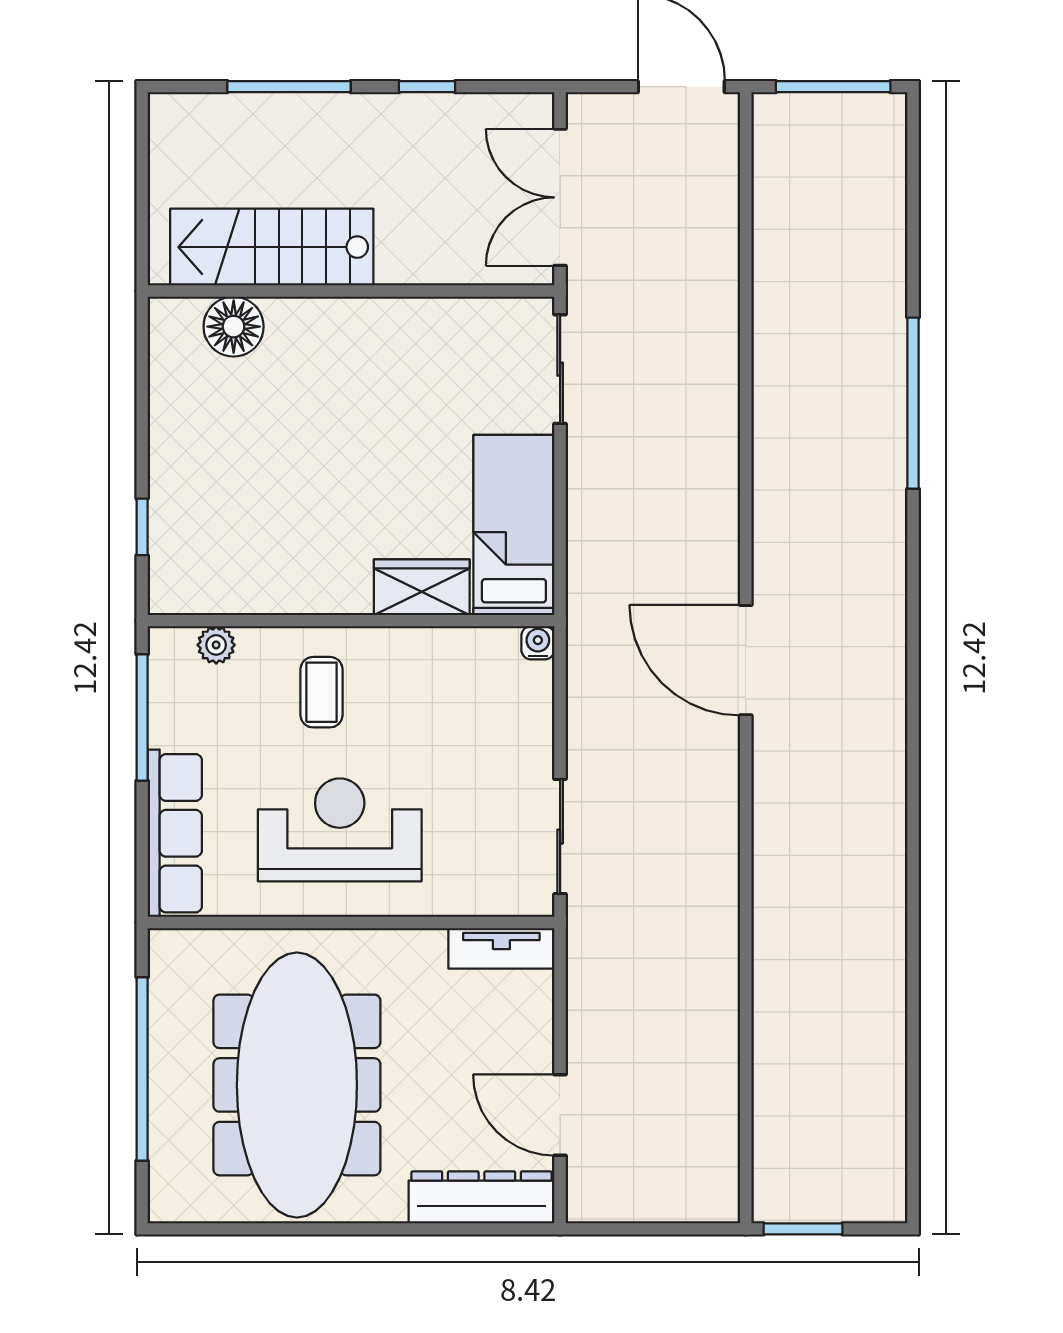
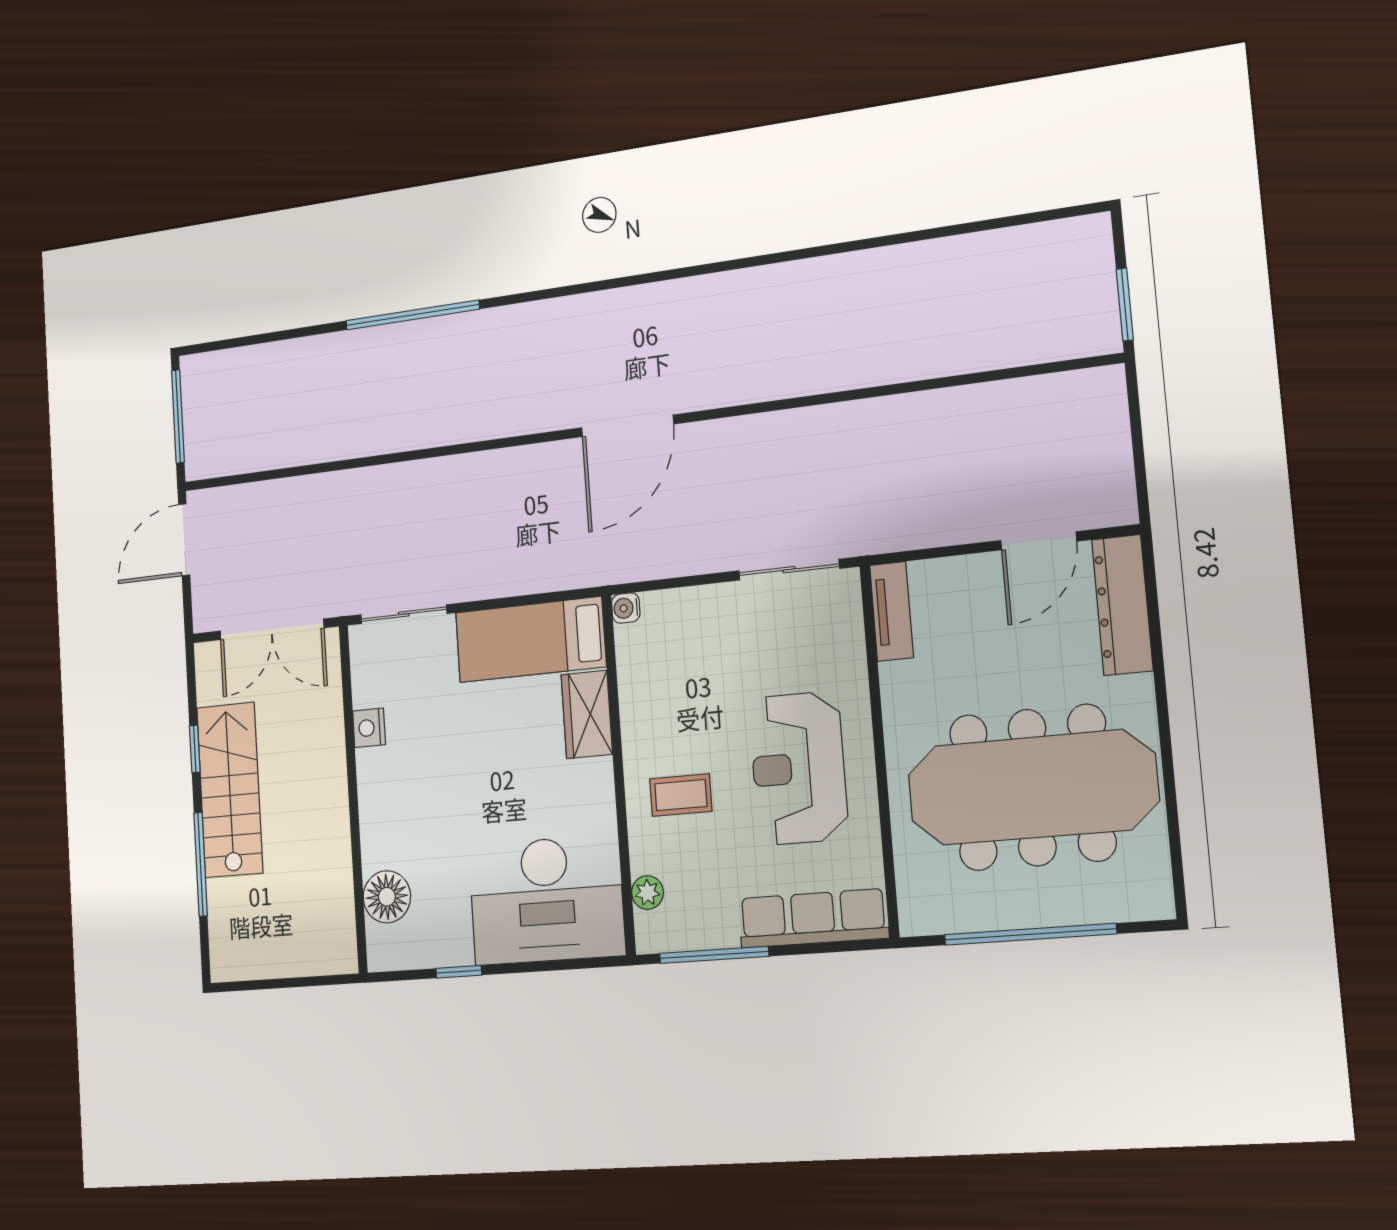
stairs: (272, 247) -> (230, 790), moved, turned 180
nightstand: (431, 316) -> (369, 728), added
desk: (216, 524) -> (546, 900), added
window: (142, 527) -> (459, 972), moved

